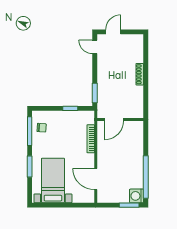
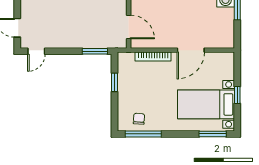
window: (30, 167) -> (213, 134), moved
door: (96, 179) -> (191, 50), moved
window: (60, 205) -> (237, 95), added

